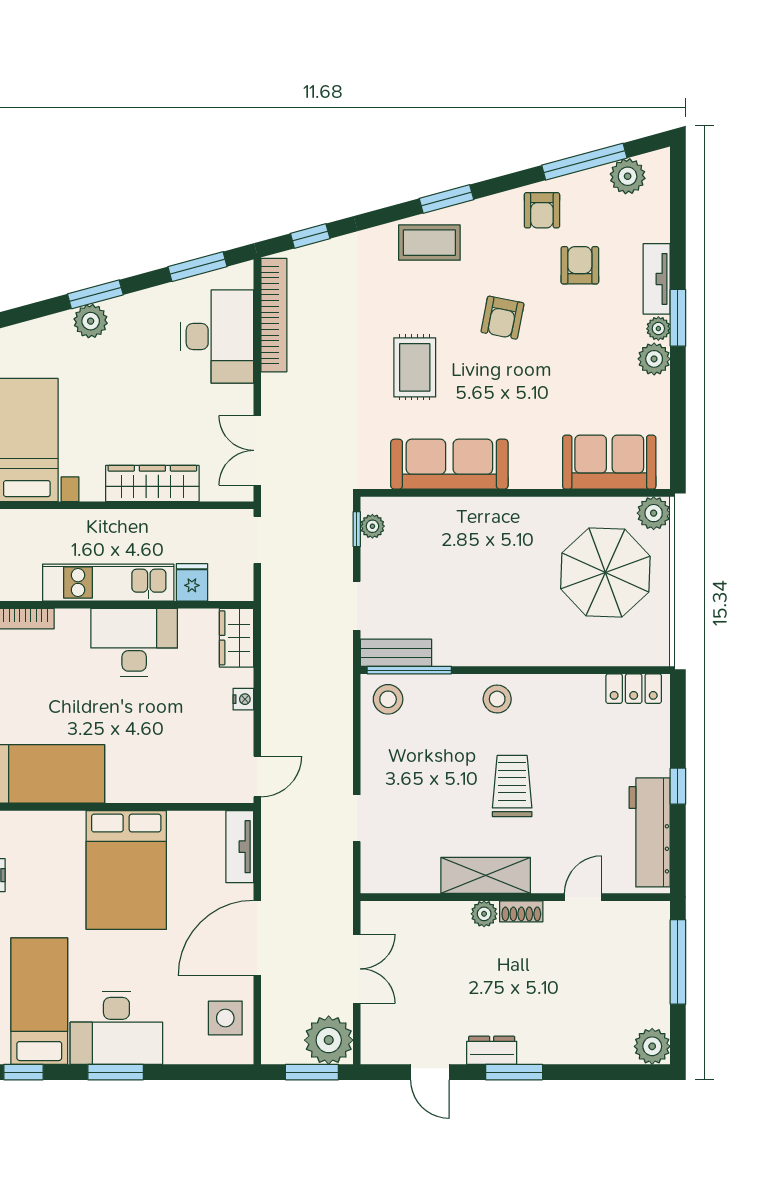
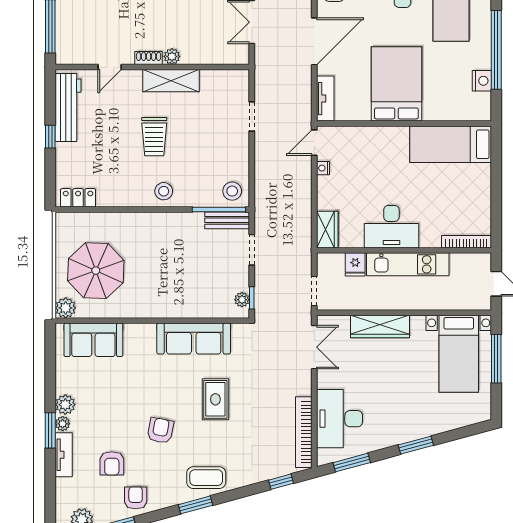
plant: (91, 321) -> (419, 428), removed
nightstand: (243, 699) -> (323, 168), moved

